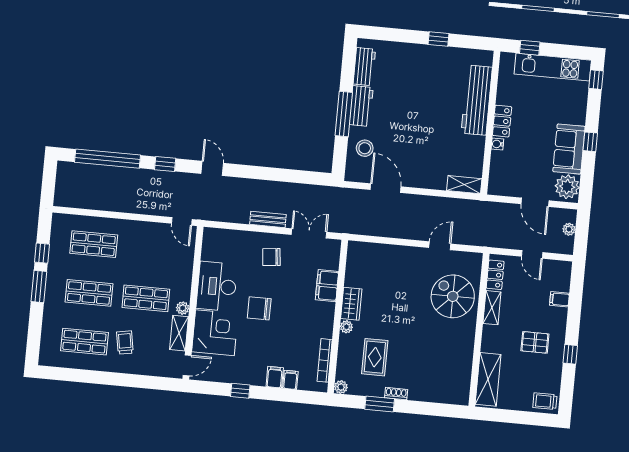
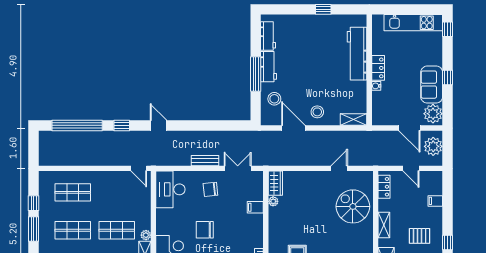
window: (530, 48) -> (394, 9), removed
stool: (418, 170) -> (317, 112), added
plant: (569, 229) -> (433, 146), width x1.87, depth x1.87
desk: (217, 286) -> (170, 189), moved
filing cabinet: (327, 286) -> (255, 207), width x0.50
wardrobe: (351, 304) -> (275, 183), moved
shelving: (492, 308) -> (384, 225), moved
plant: (346, 327) -> (273, 201), moved

